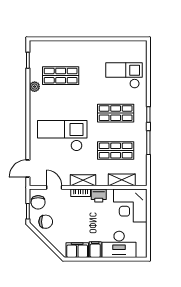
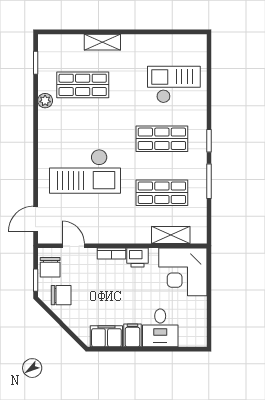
checkout: (62, 136) -> (85, 171), turned 180
shelving: (83, 180) -> (102, 42), moved
desk: (119, 244) -> (160, 328), width x0.73

